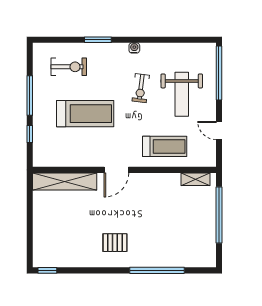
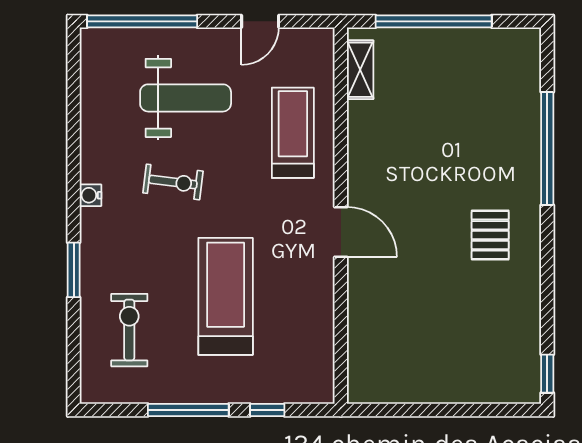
shelving: (65, 182) -> (365, 338), removed

